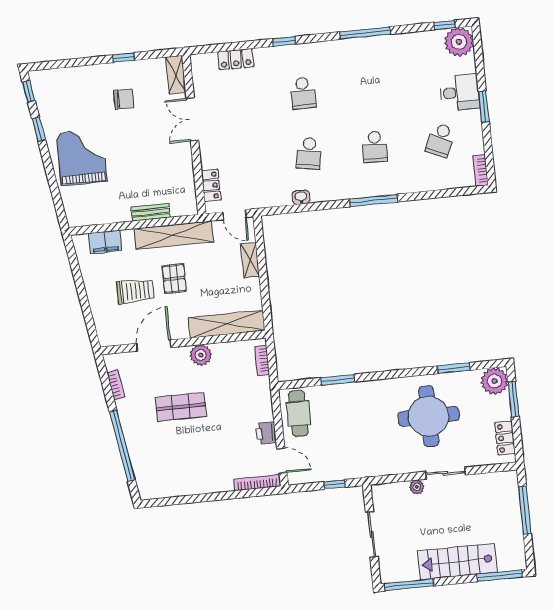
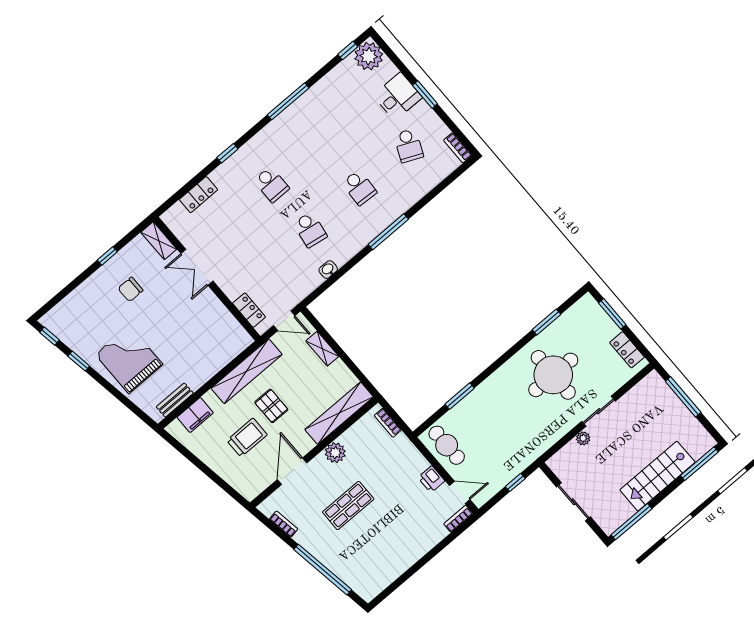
chair: (124, 99) -> (130, 289), turned 180
bench: (151, 212) -> (175, 400), moved
plant: (494, 381) -> (587, 310), removed
bookcase: (257, 483) -> (458, 519), width x0.64

